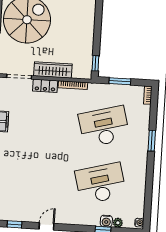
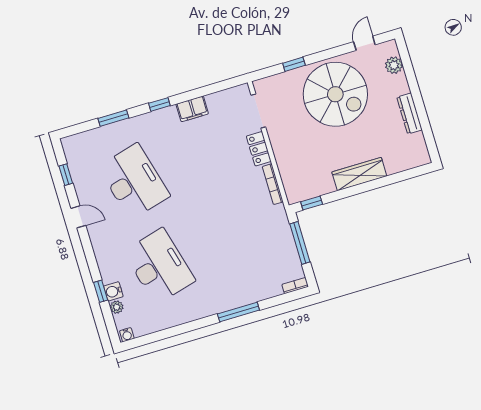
wardrobe: (53, 70) -> (359, 174), moved, turned -90
window: (120, 81) -> (300, 243), width x1.44
desk: (104, 126) -> (134, 181), moved
window: (152, 141) -> (238, 312), width x1.44

